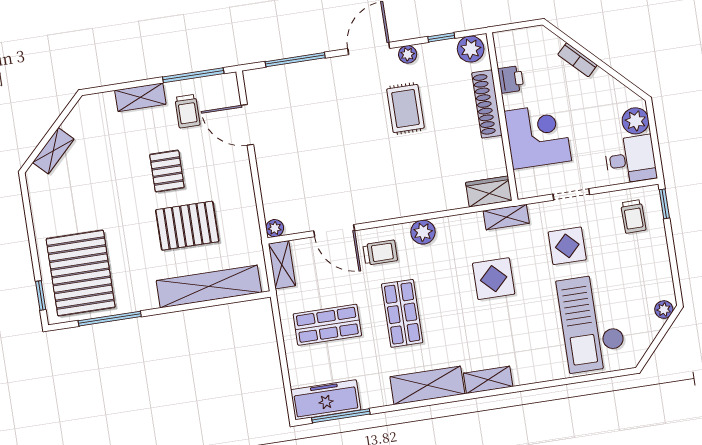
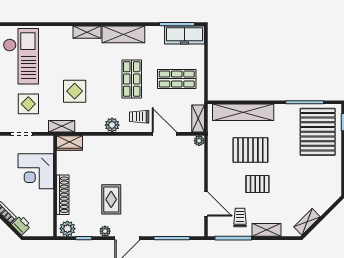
printer: (511, 79) -> (21, 225), moved, turned 135
shelving: (53, 151) -> (307, 222), moved
pallet: (167, 171) -> (257, 184), turned 90

